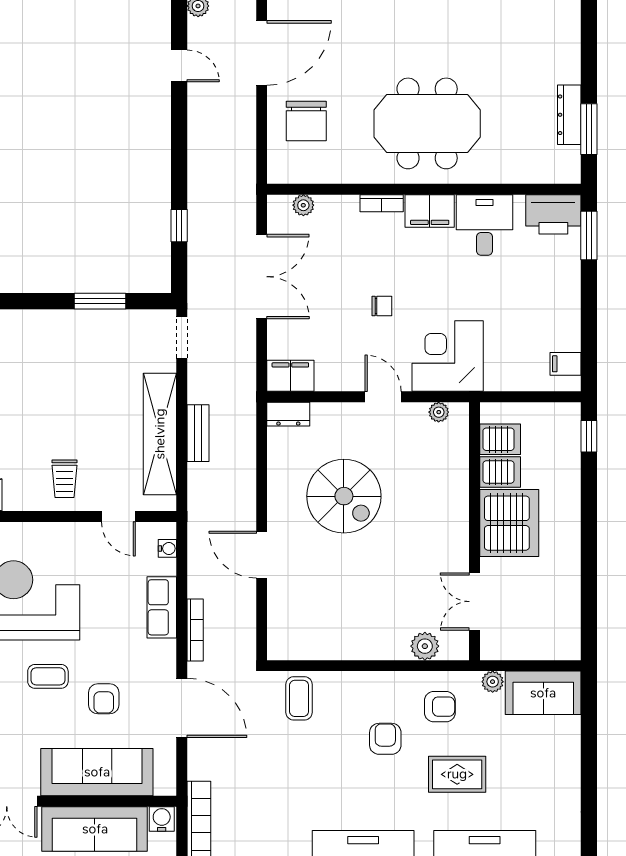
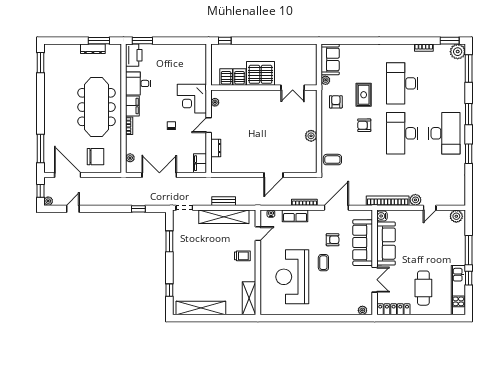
meeting table: (427, 123) -> (96, 107), width x1.36
filing cabinet: (566, 364) -> (195, 50), removed
dresser: (288, 414) -> (216, 148), moved
spiral stairs: (344, 496) -> (249, 141), removed
plant: (425, 646) -> (311, 136), moved
armchair: (385, 739) -> (364, 125), moved

